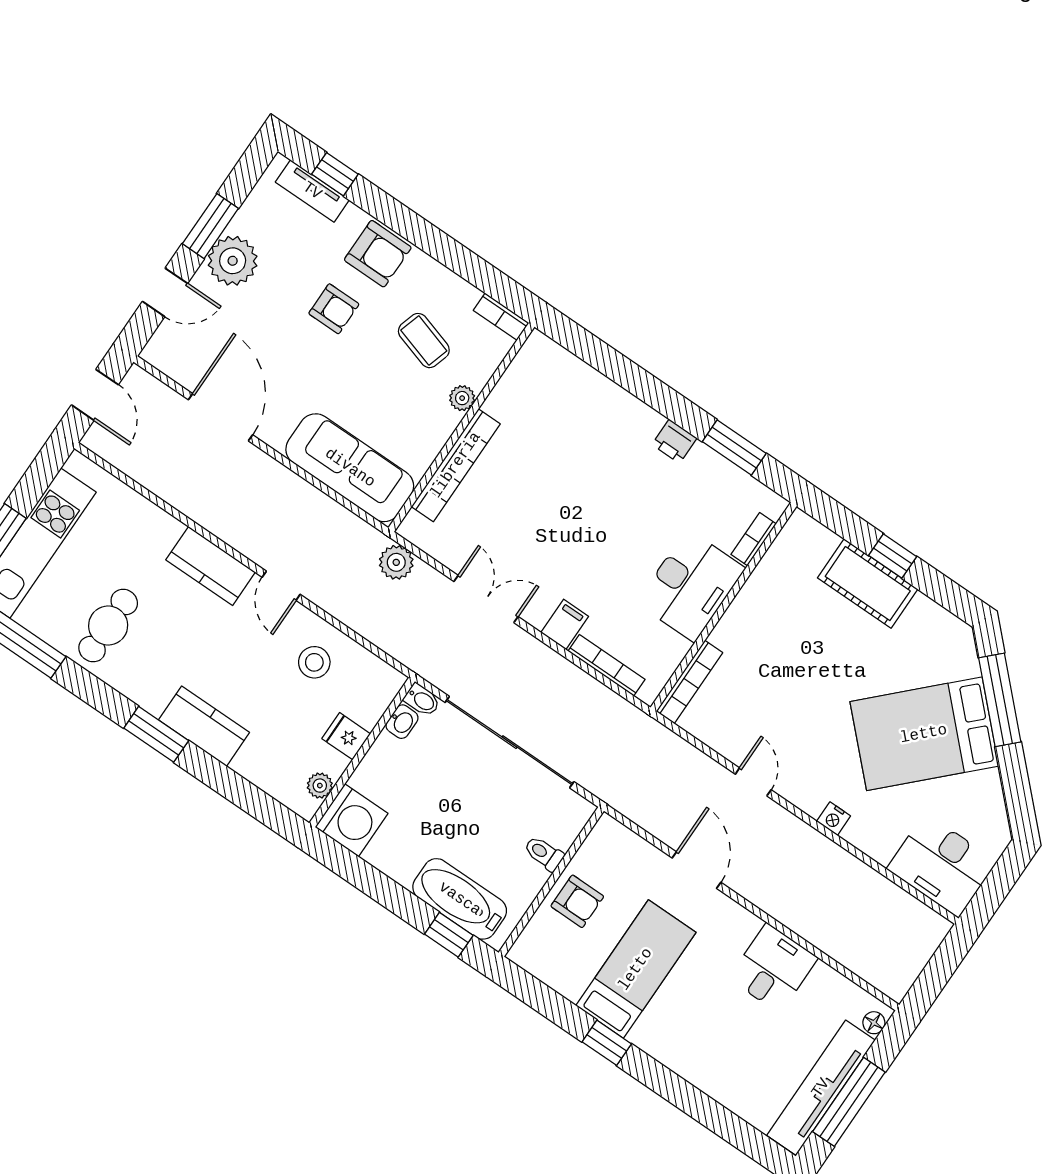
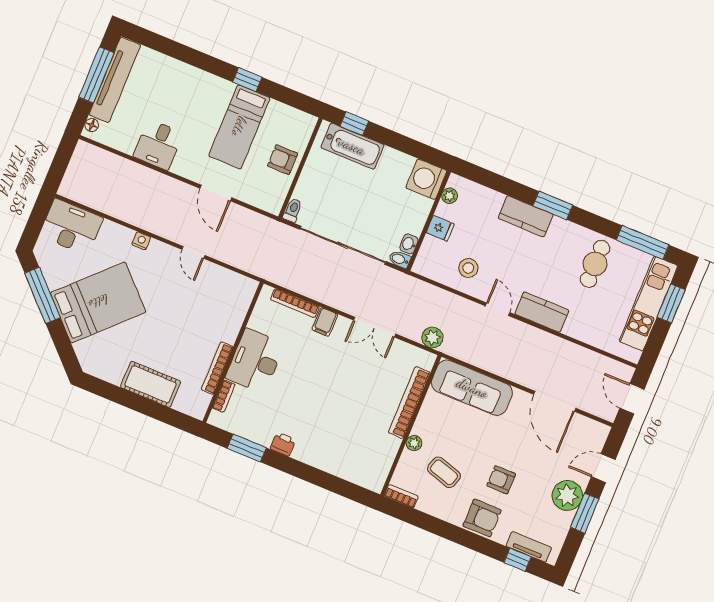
armchair: (378, 254) -> (482, 518), turned 180
window: (893, 556) -> (139, 404), removed
bookcase: (689, 682) -> (217, 368), moved
window: (1000, 700) -> (42, 295), moved
toilet: (544, 853) -> (293, 210), moved, turned -90

